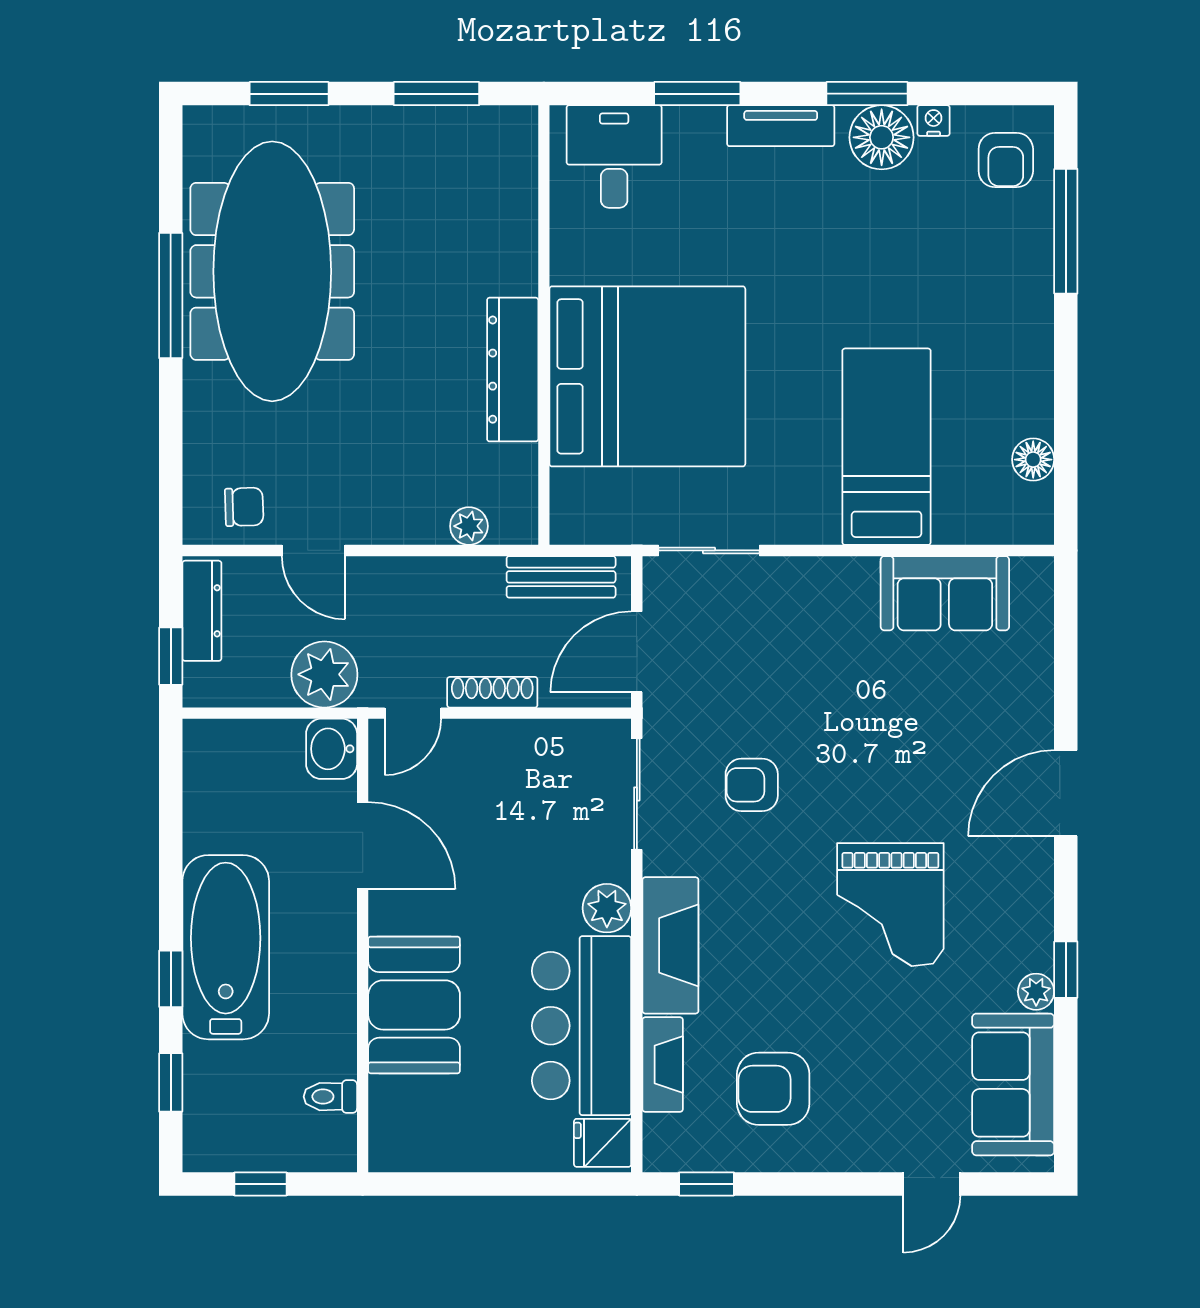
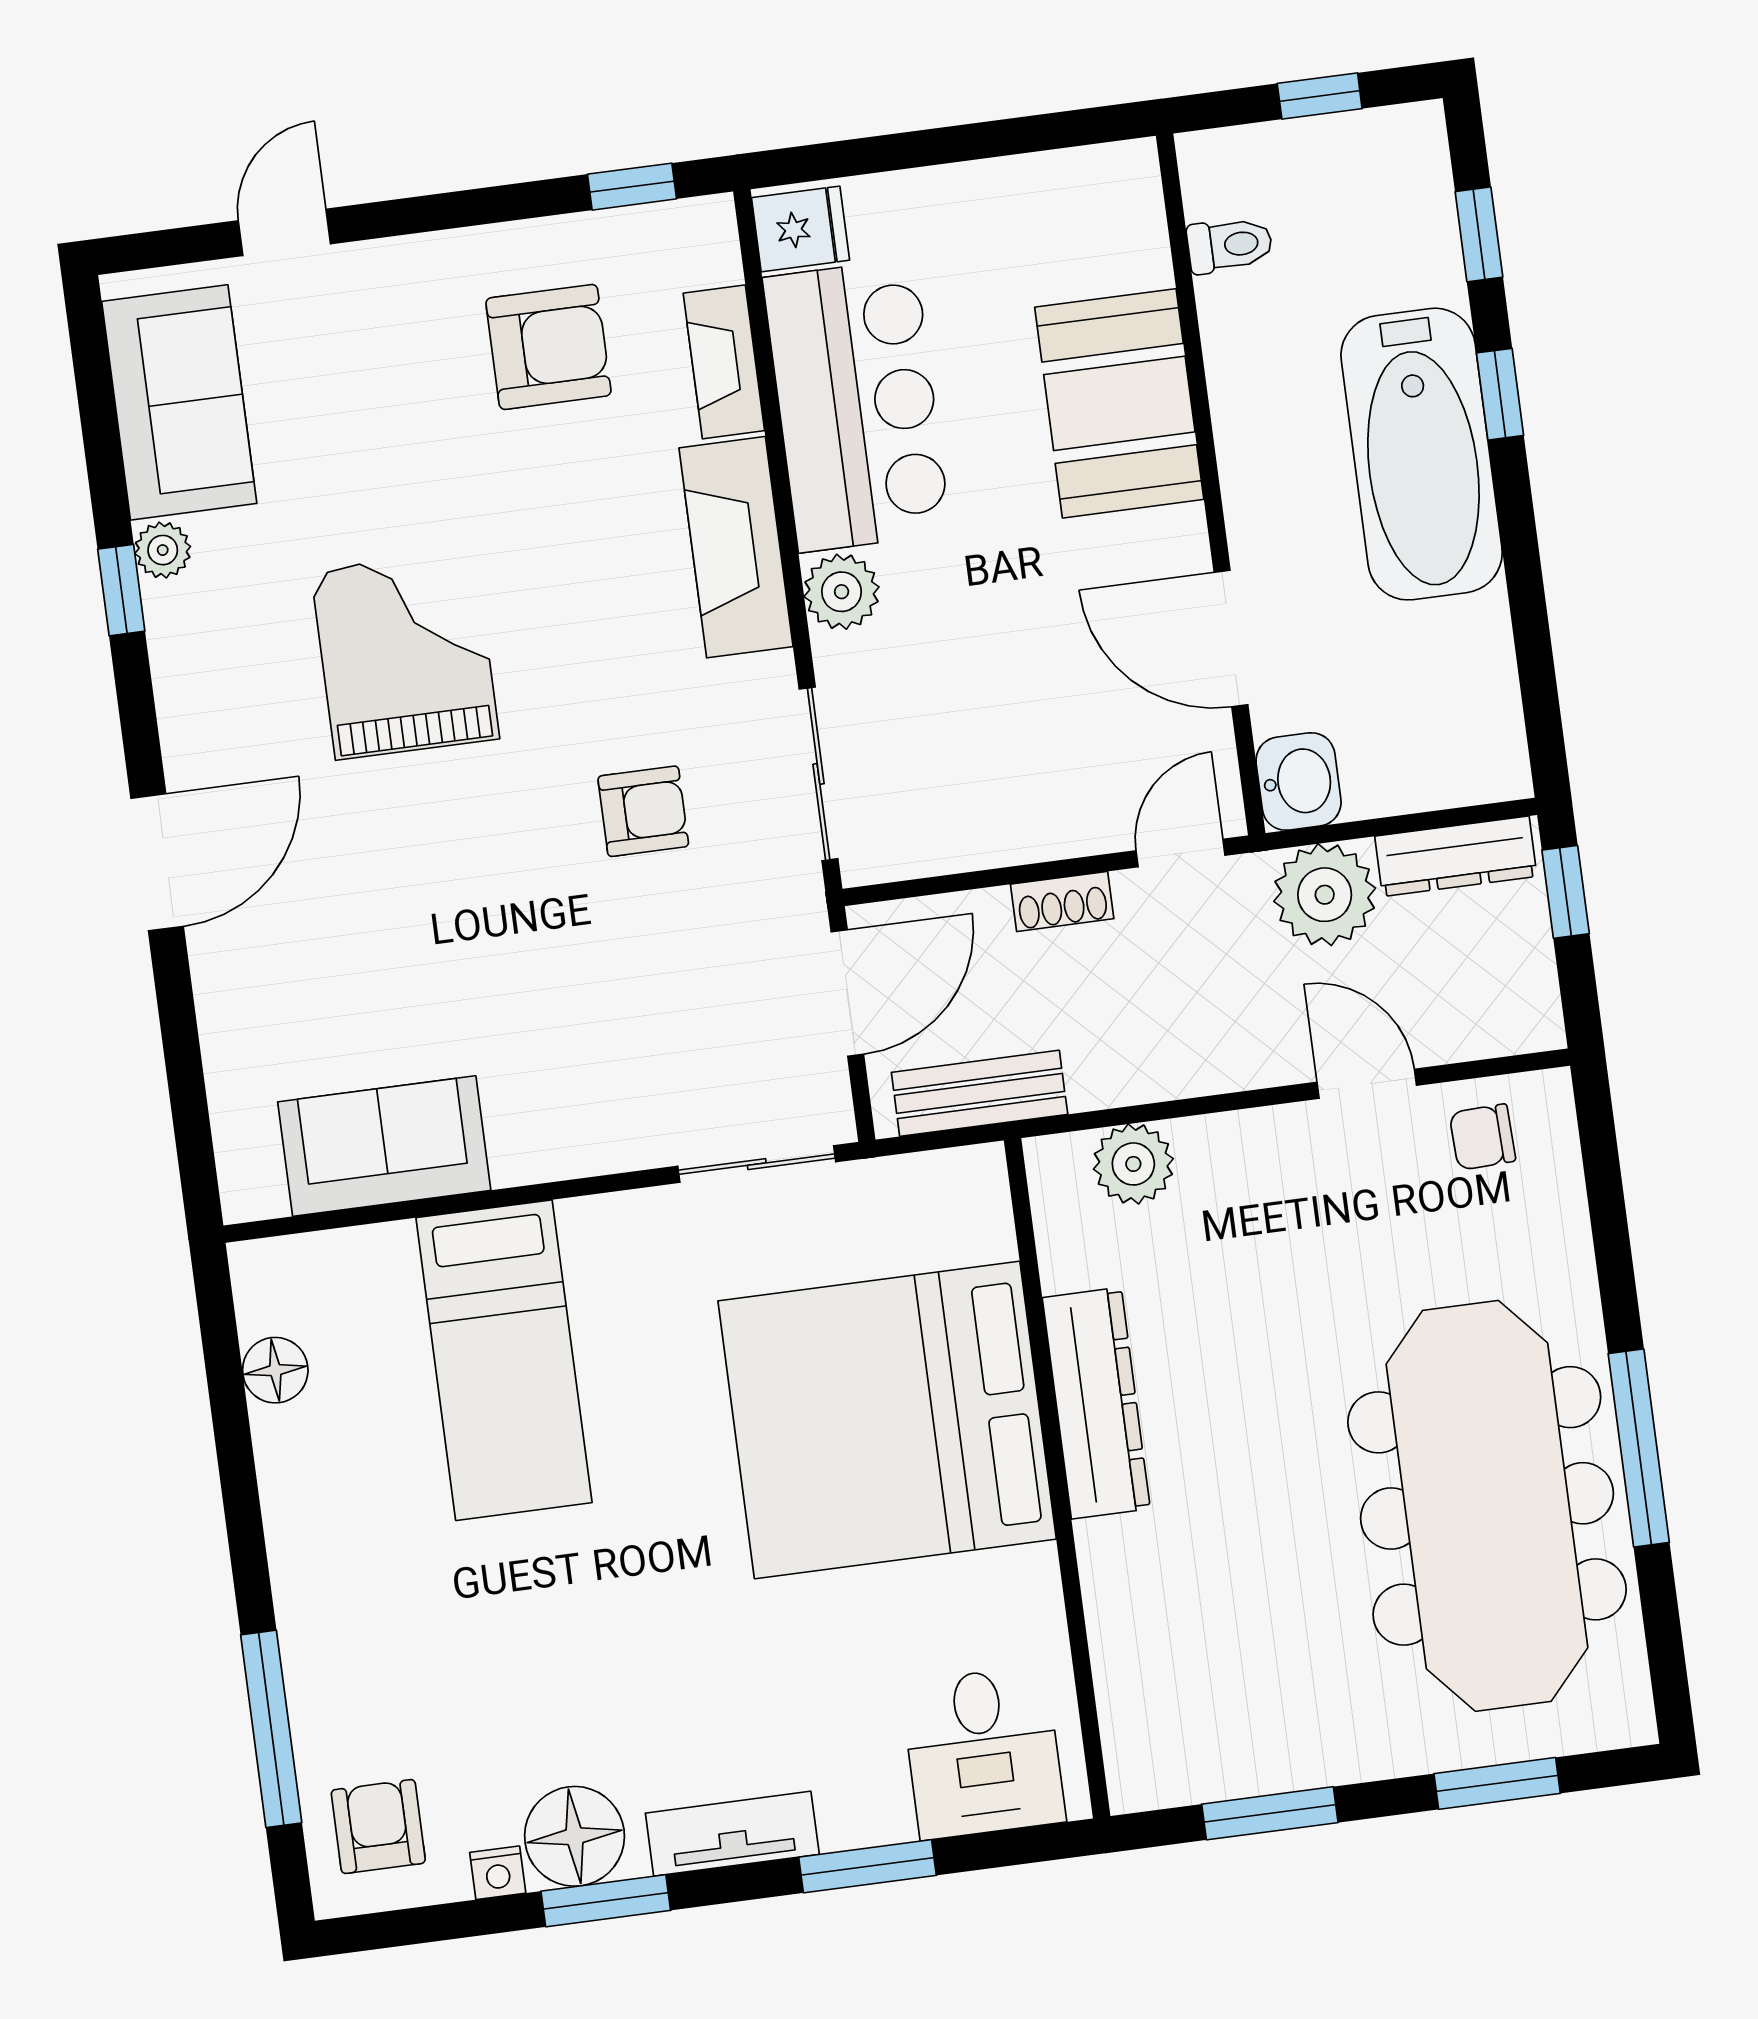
plant: (469, 526) -> (1133, 1164), width x1.38, depth x1.38
dresser: (202, 611) -> (1456, 856), moved, turned -90
shoe rack: (492, 692) -> (1062, 901), width x0.70

